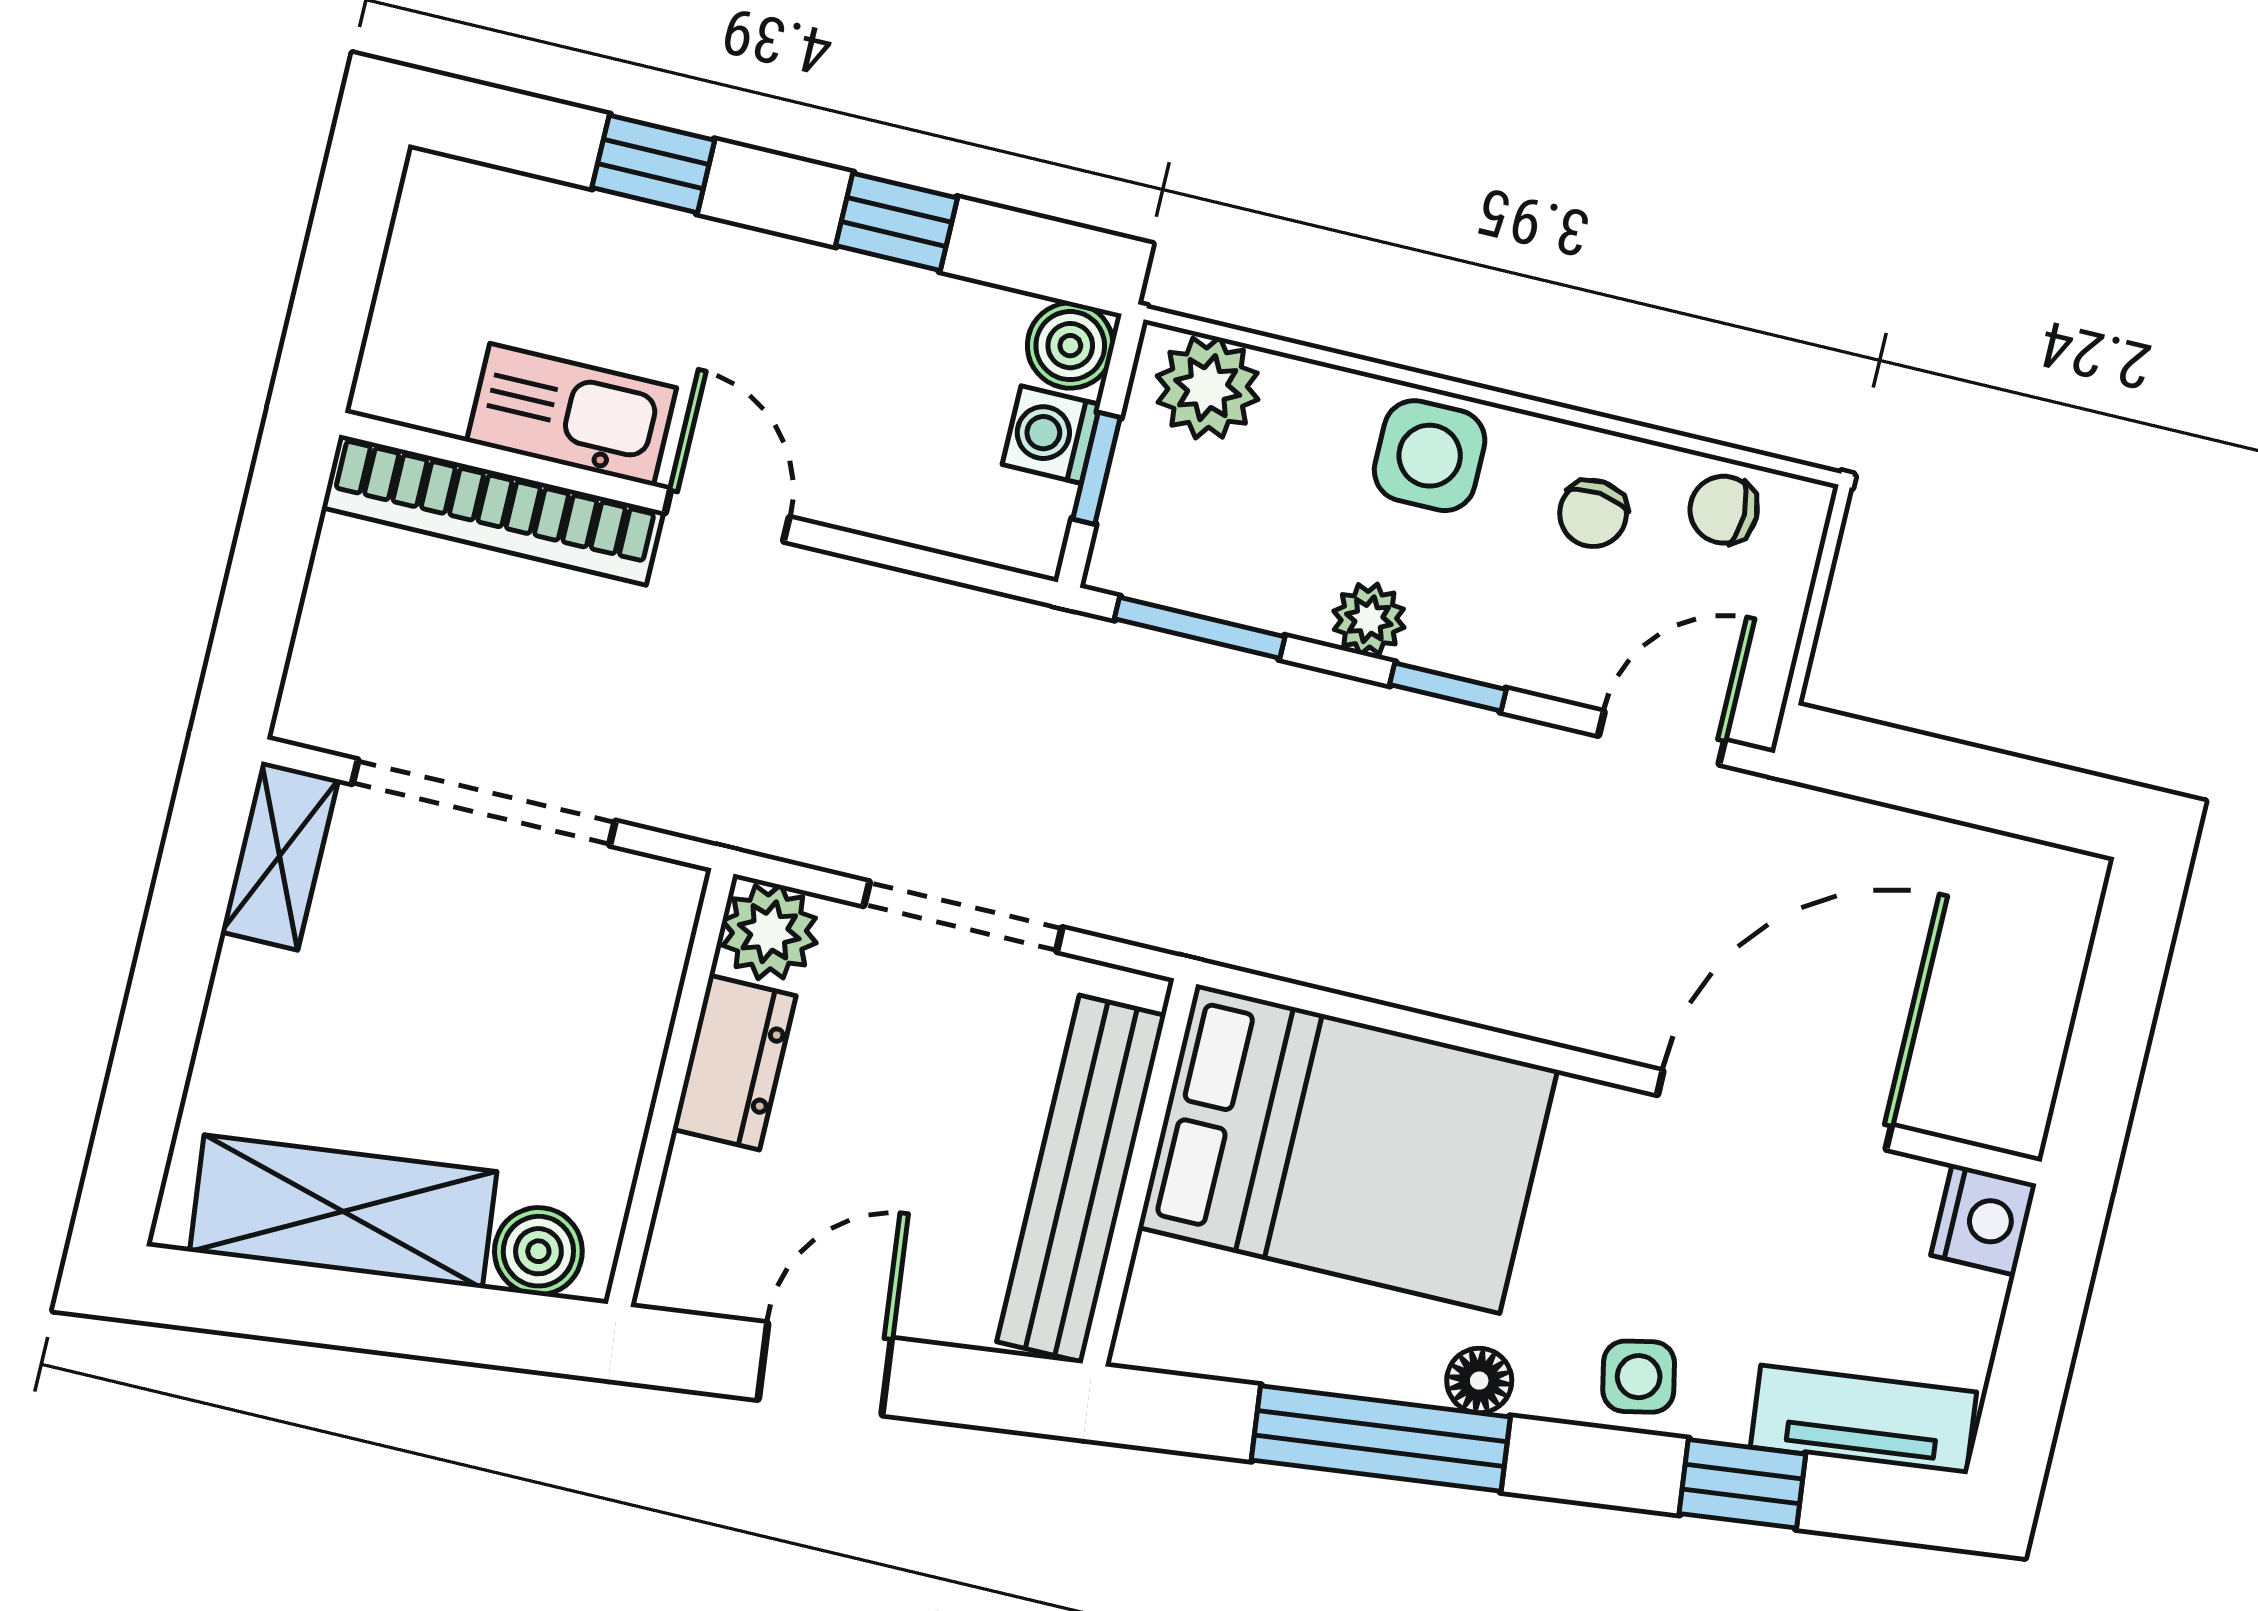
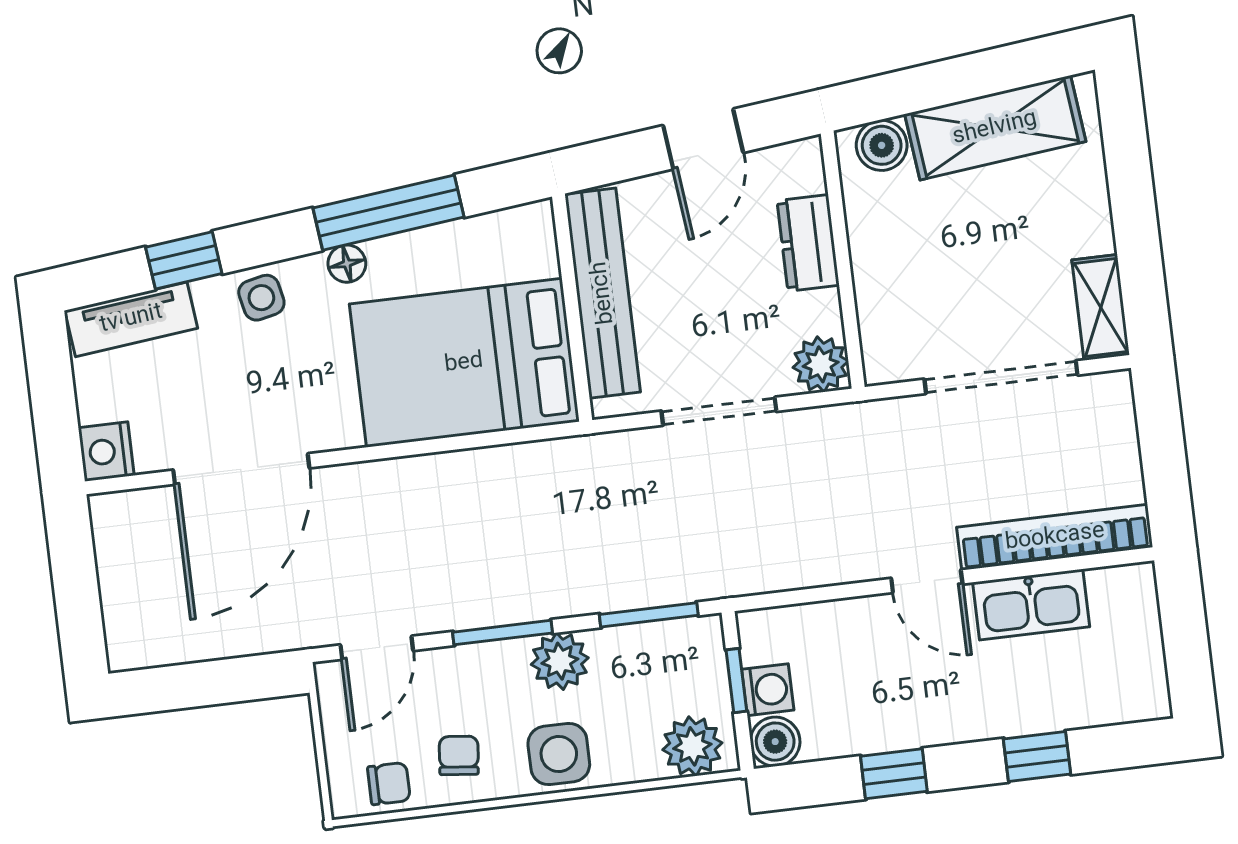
plant: (1369, 619) -> (560, 661), width x1.38, depth x1.38
window: (1448, 687) -> (503, 633), width x1.50
dresser: (734, 1063) -> (808, 243), moved

